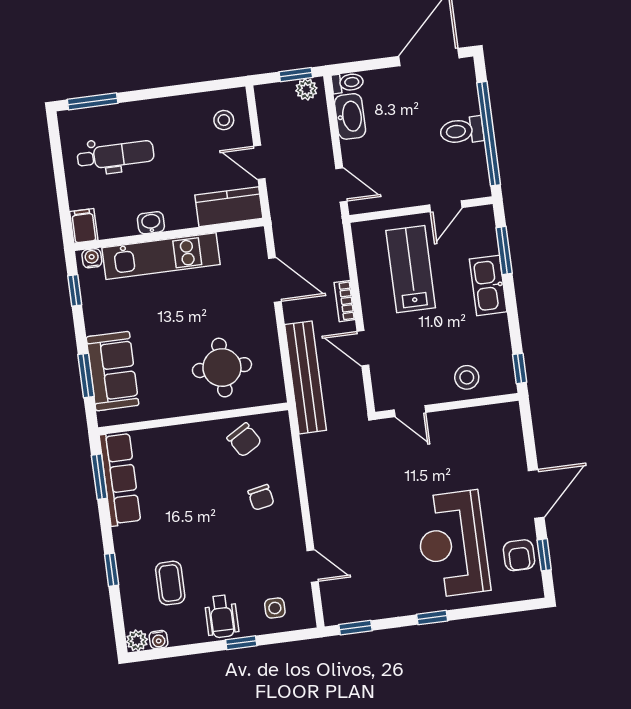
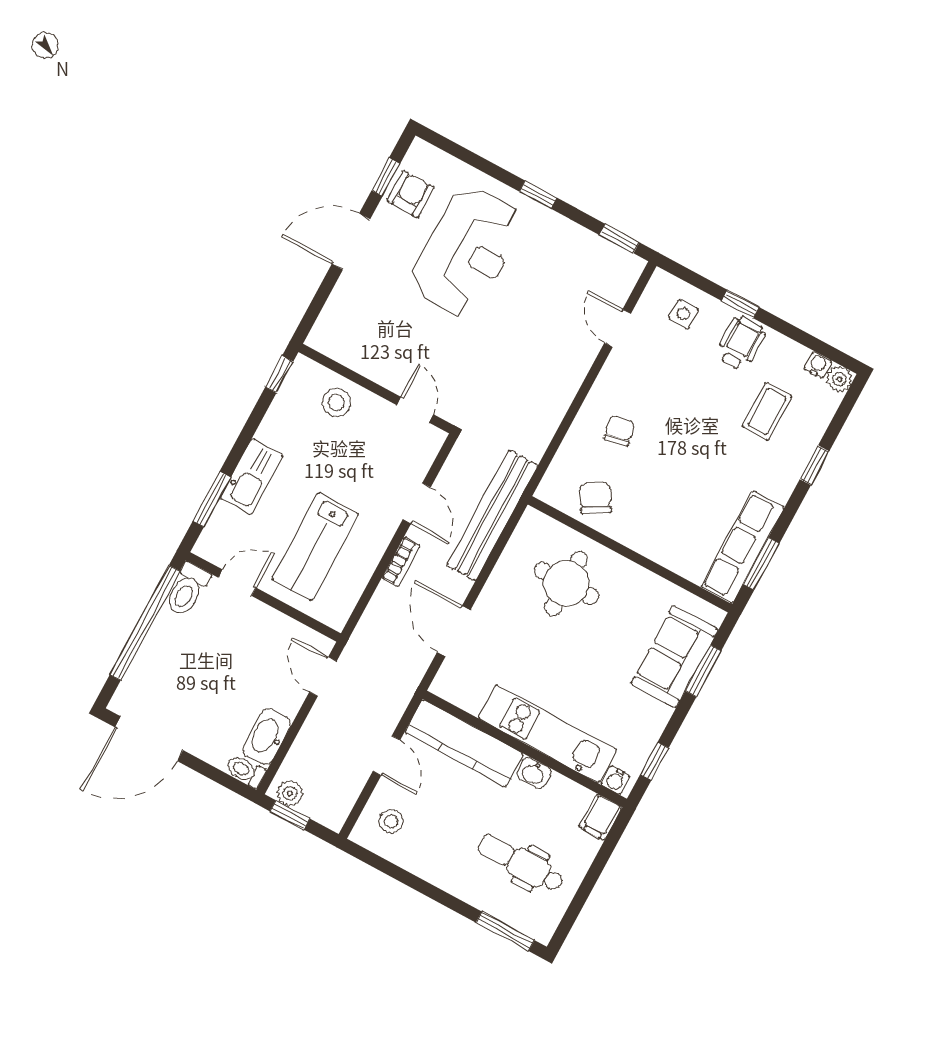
toilet: (462, 131) -> (187, 590), moved, turned 90
kitchen counter: (229, 207) -> (464, 743), width x1.50

